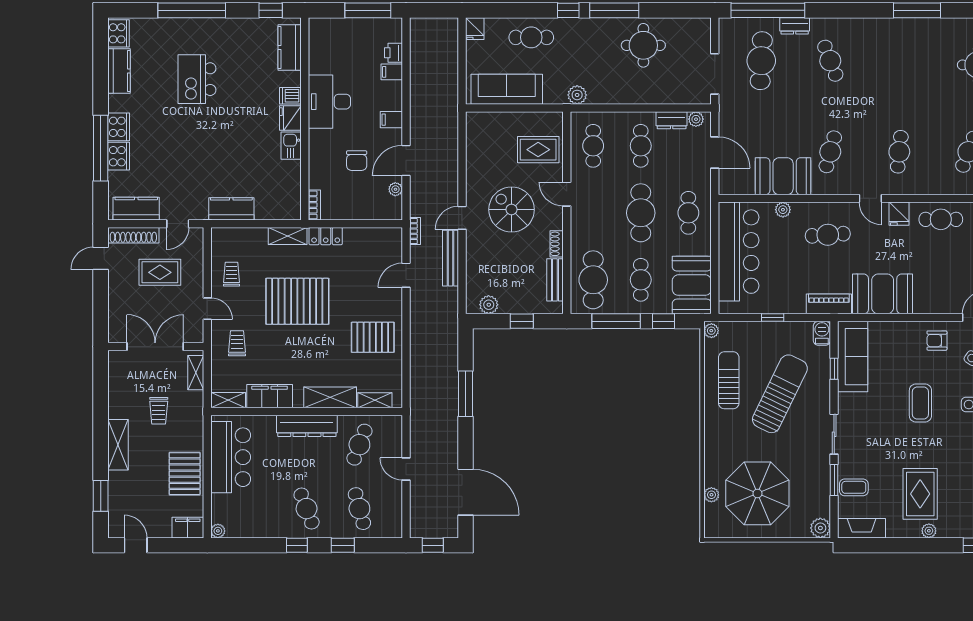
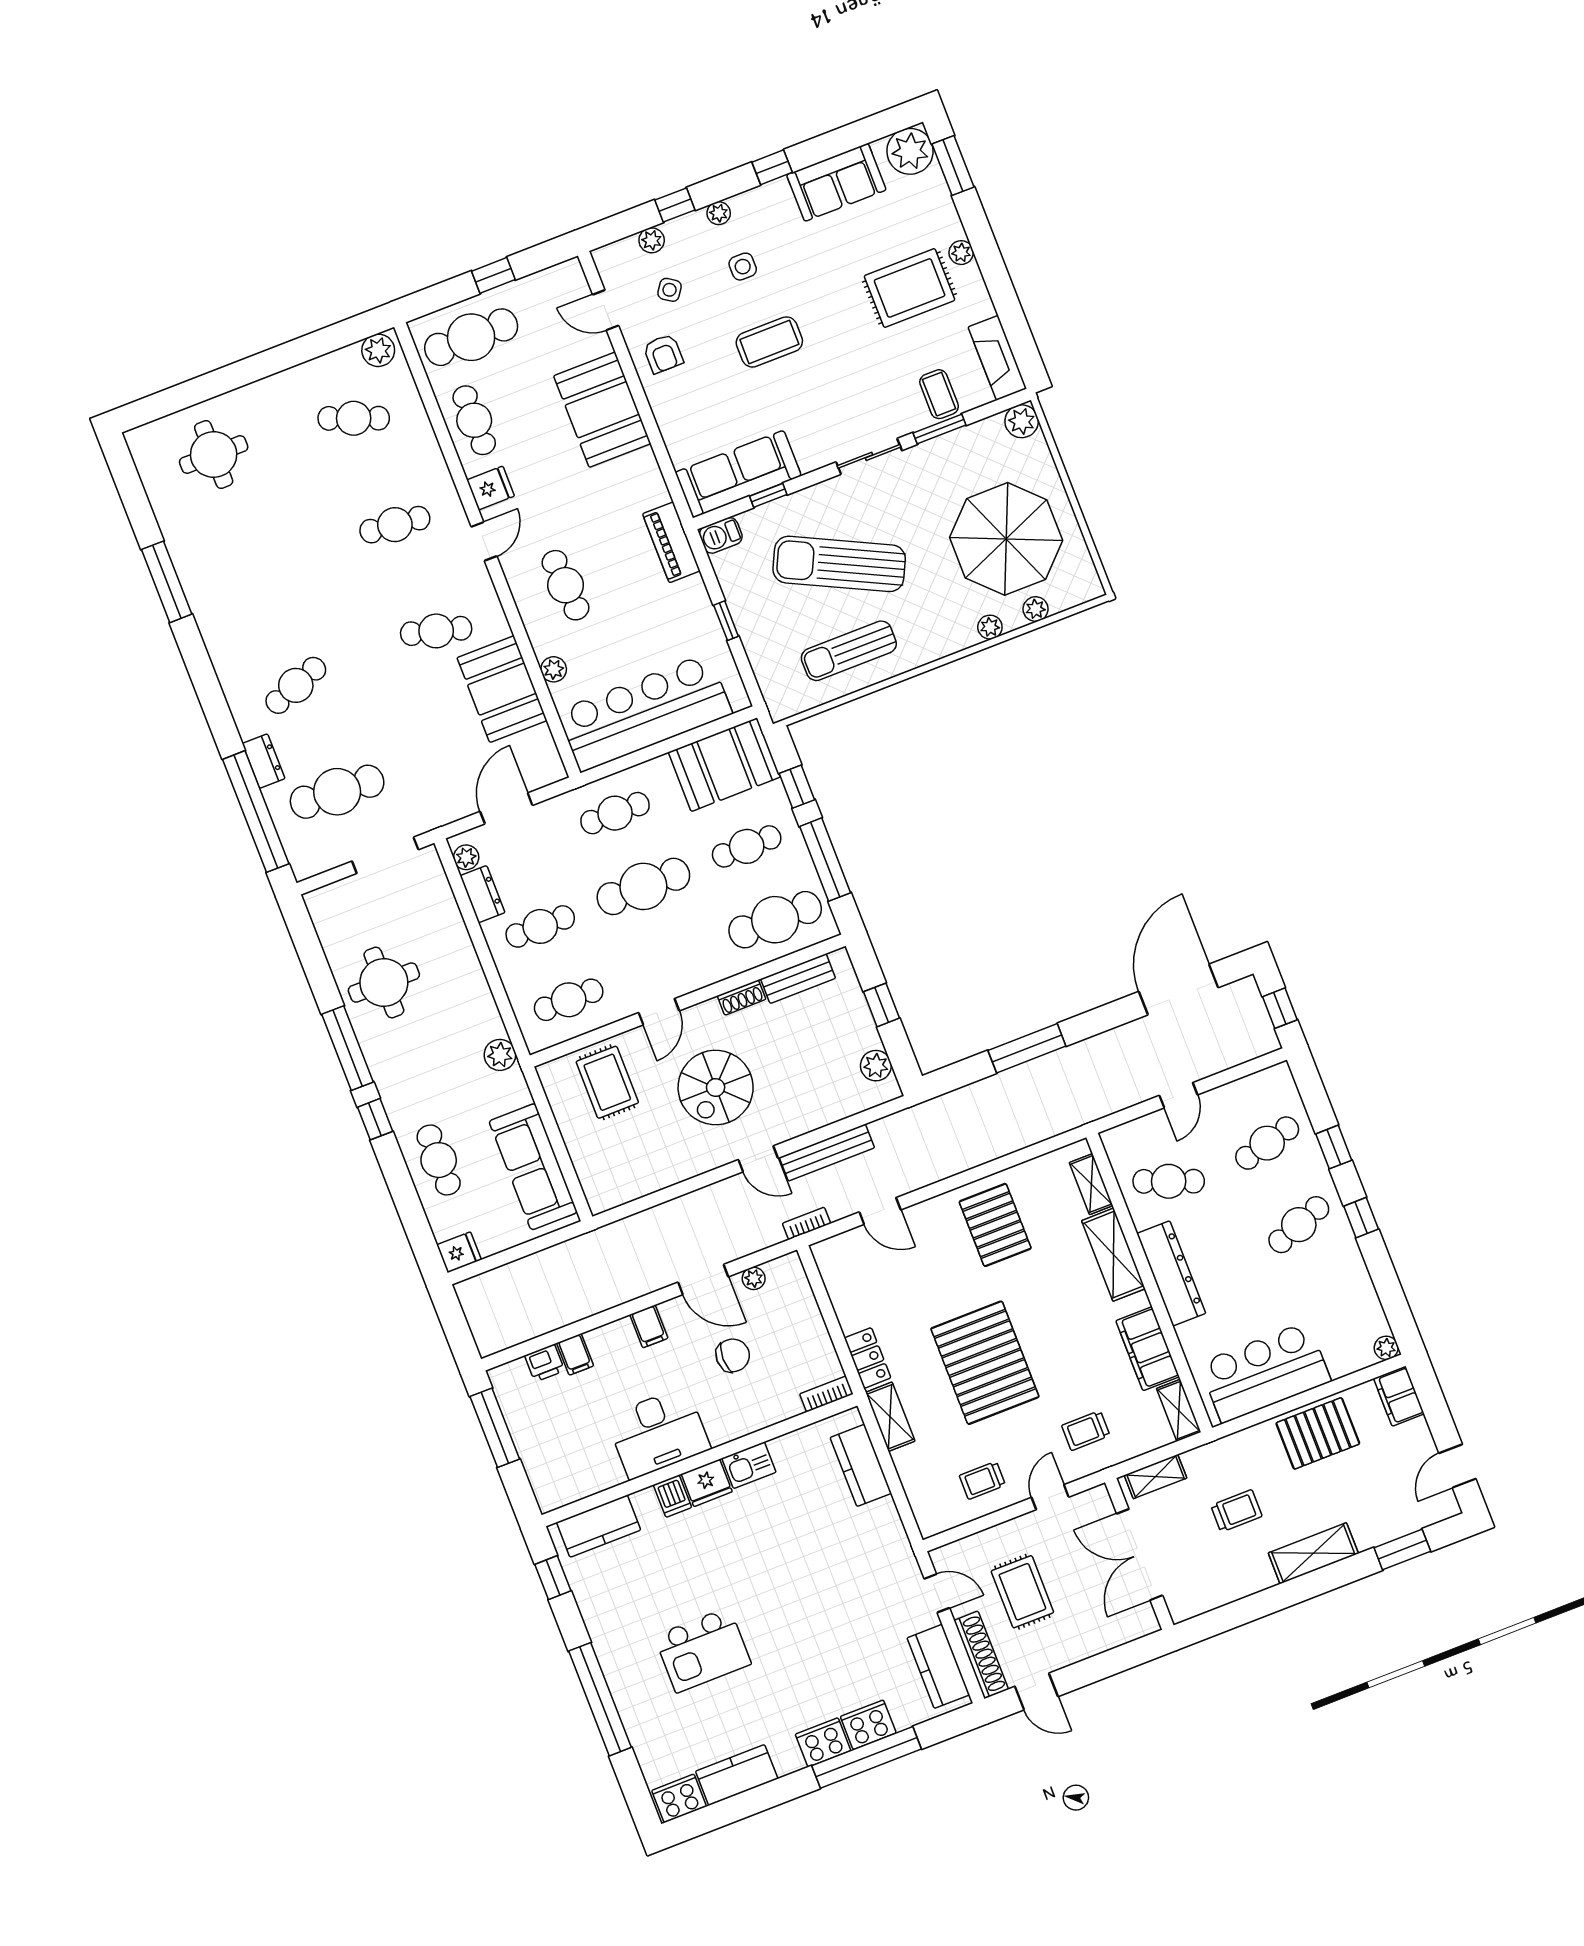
kitchen counter: (231, 209) -> (861, 1465), moved
booth: (883, 294) -> (602, 410), moved
plant: (711, 331) -> (990, 627), moved

